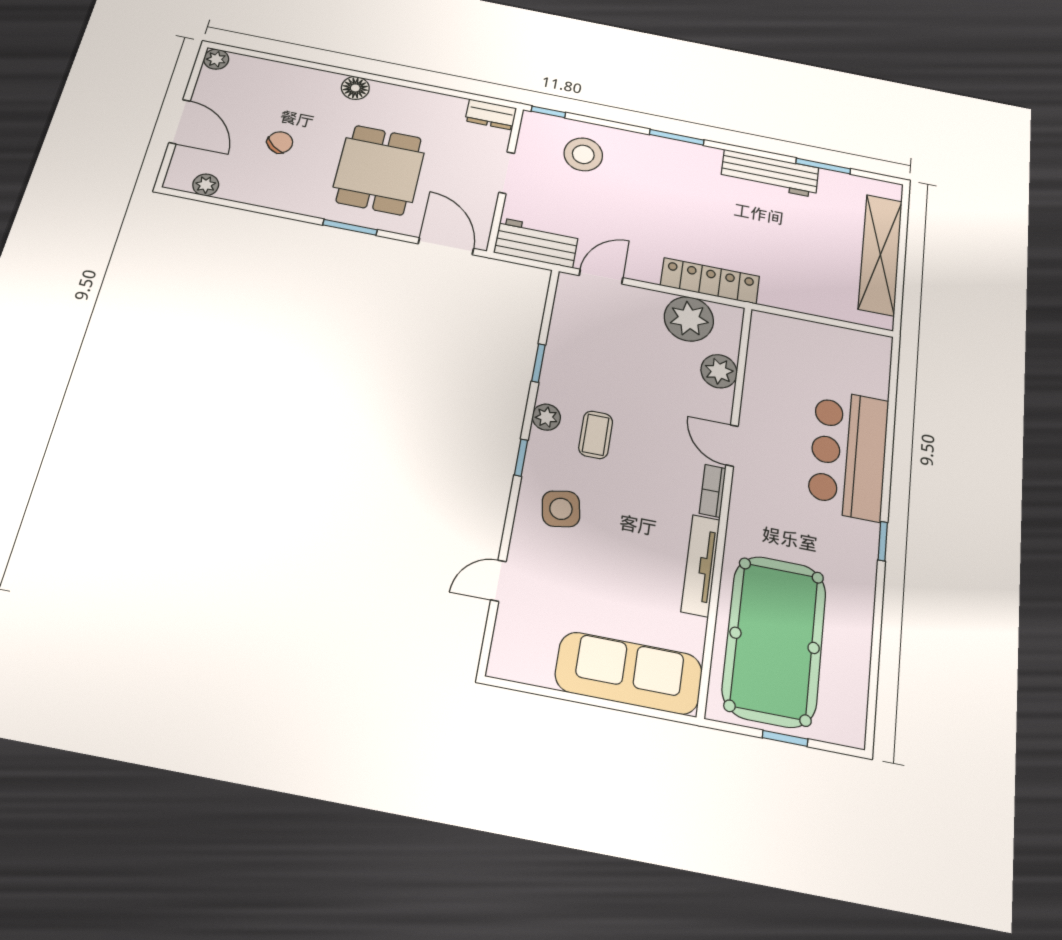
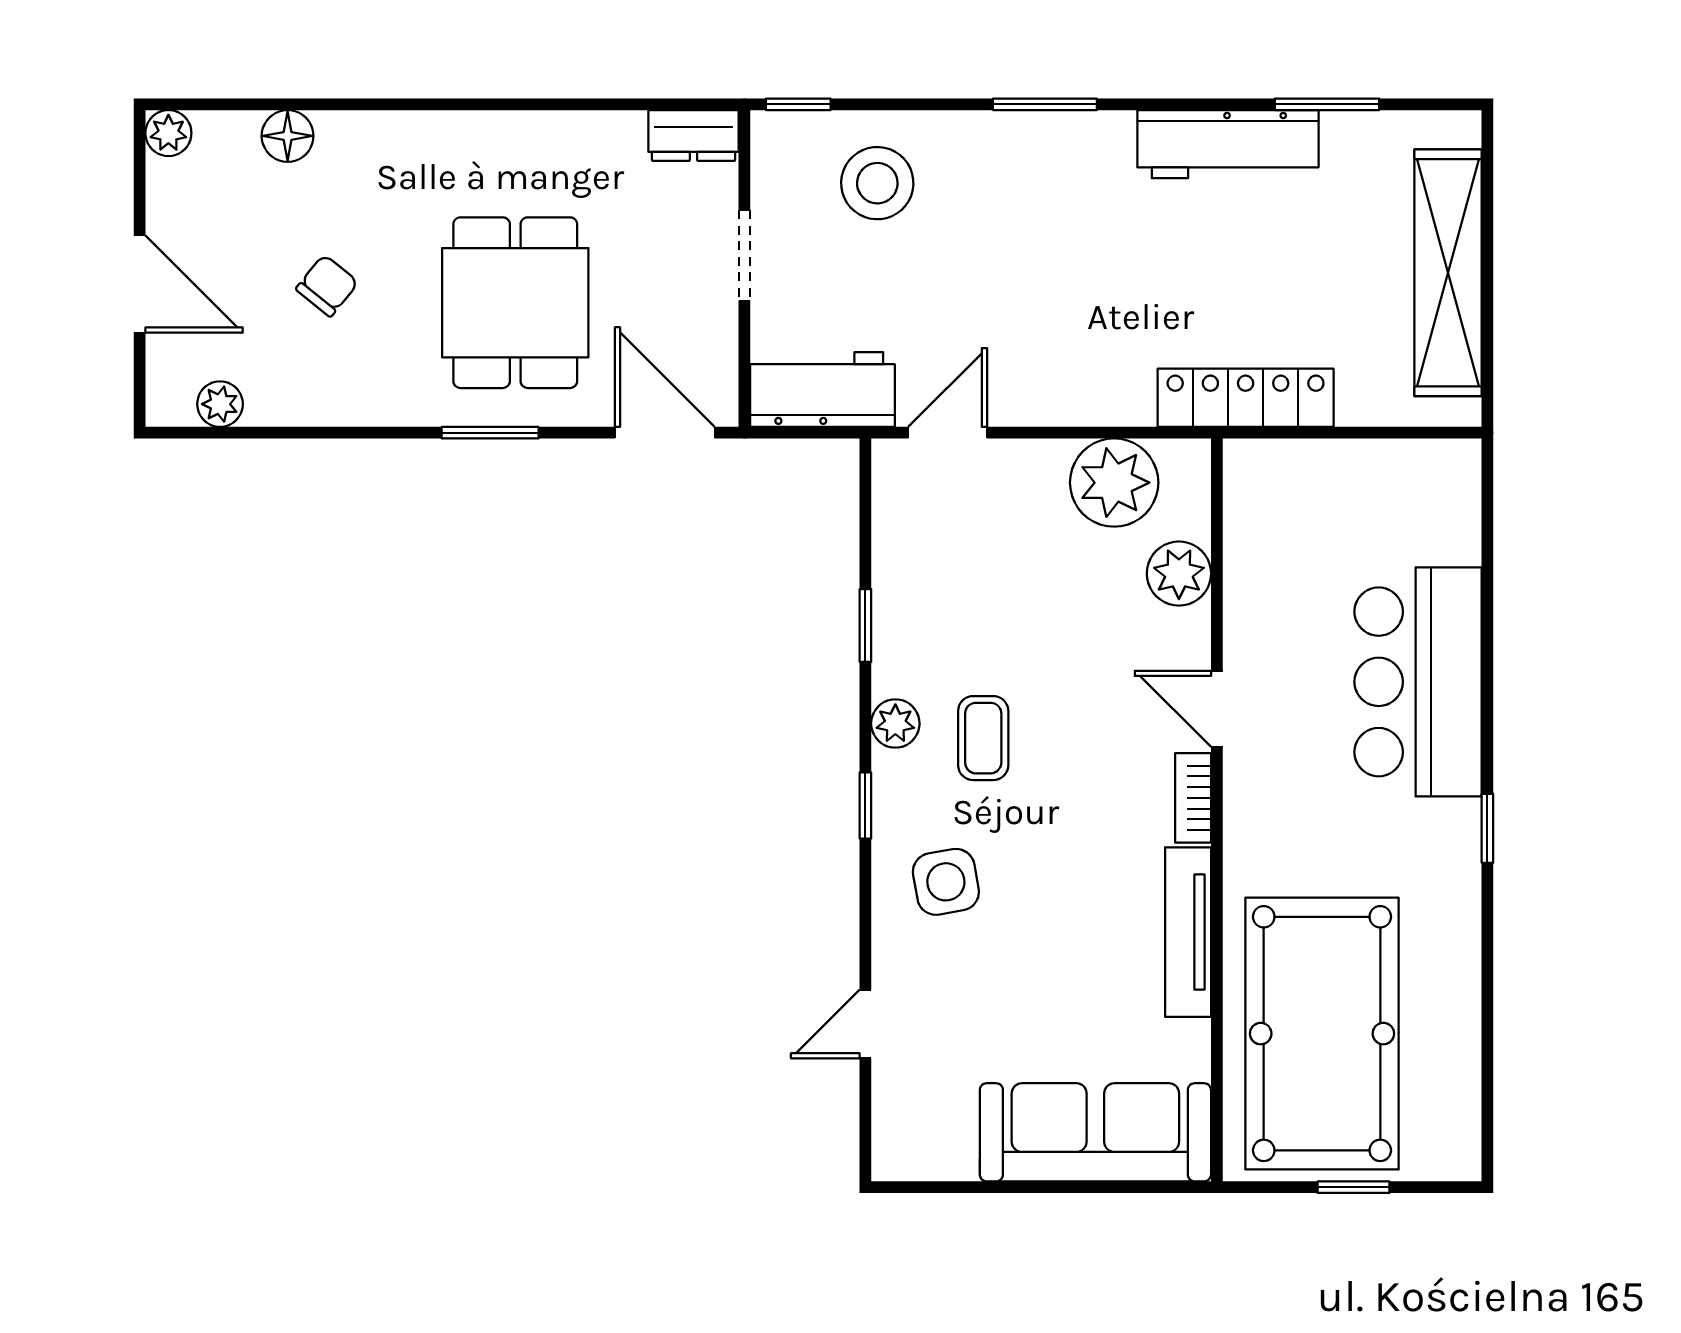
floor lamp: (355, 88) -> (288, 136), moved
locker: (710, 281) -> (1246, 398), moved

